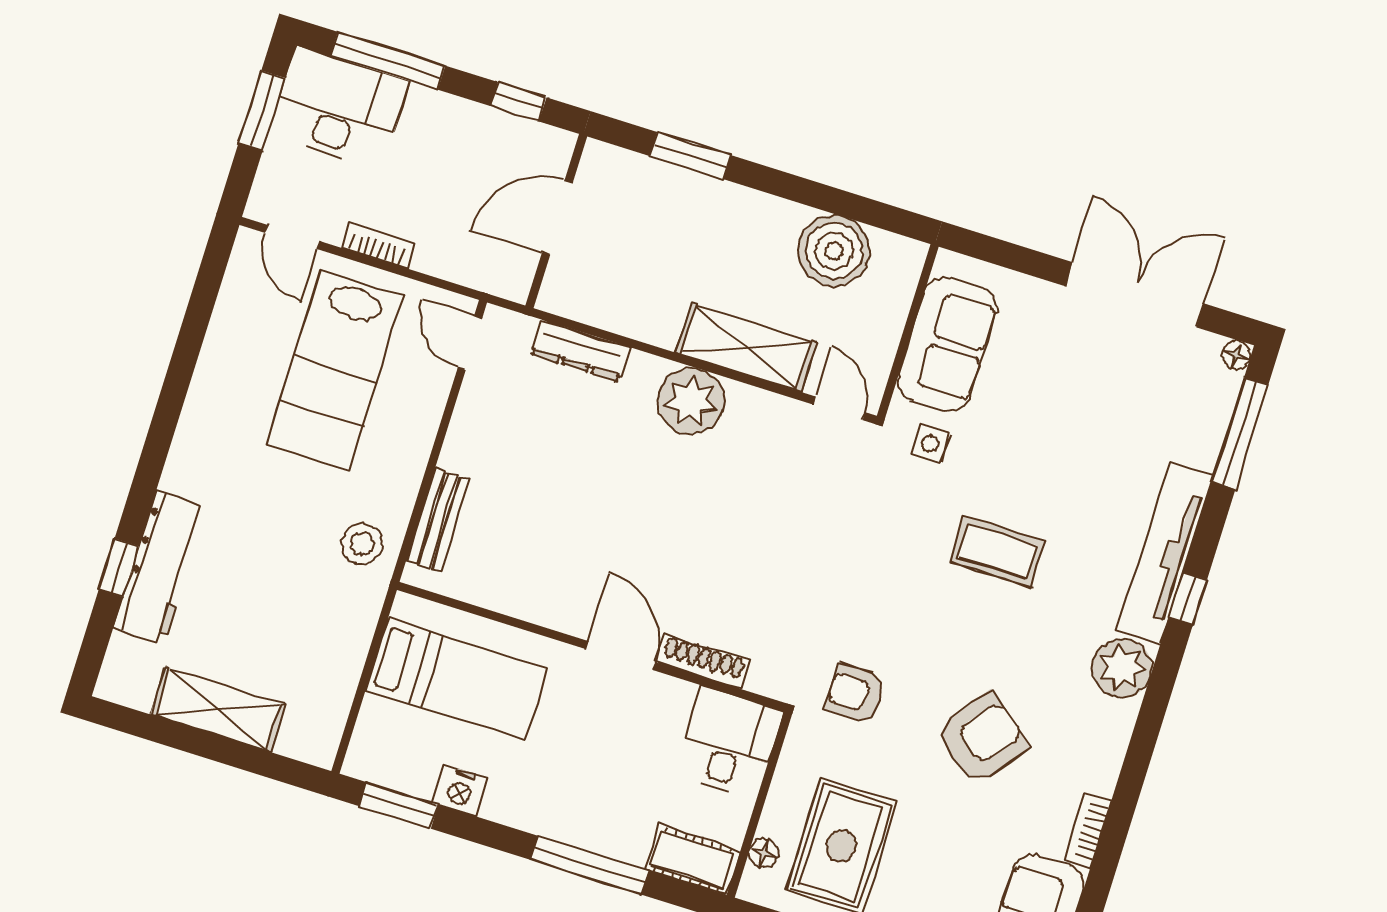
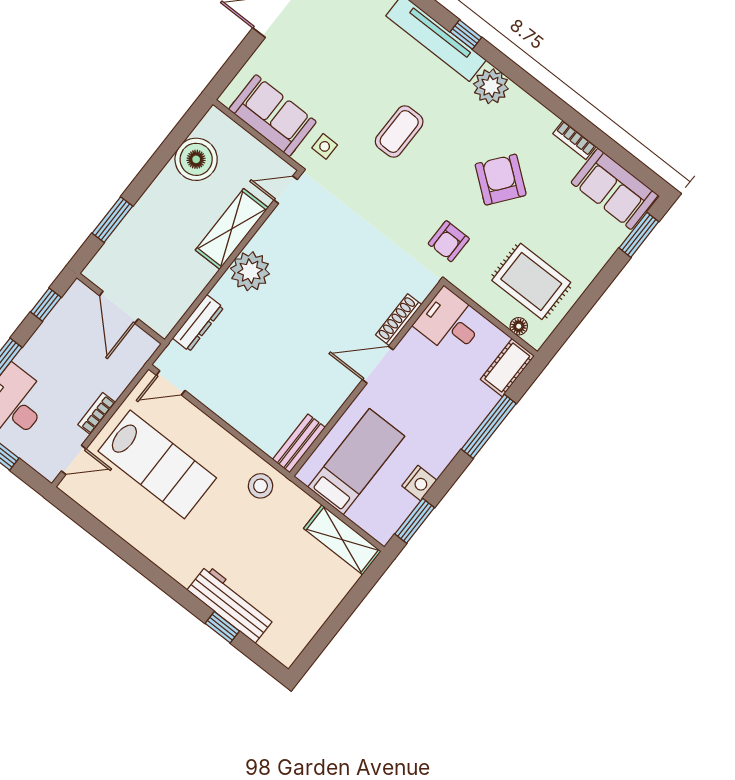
bench: (438, 520) -> (299, 443), moved, turned 90
shelving: (218, 709) -> (342, 540), moved, turned 90

